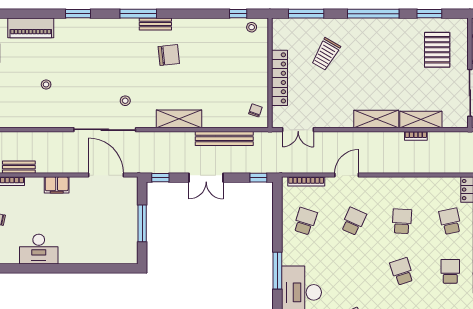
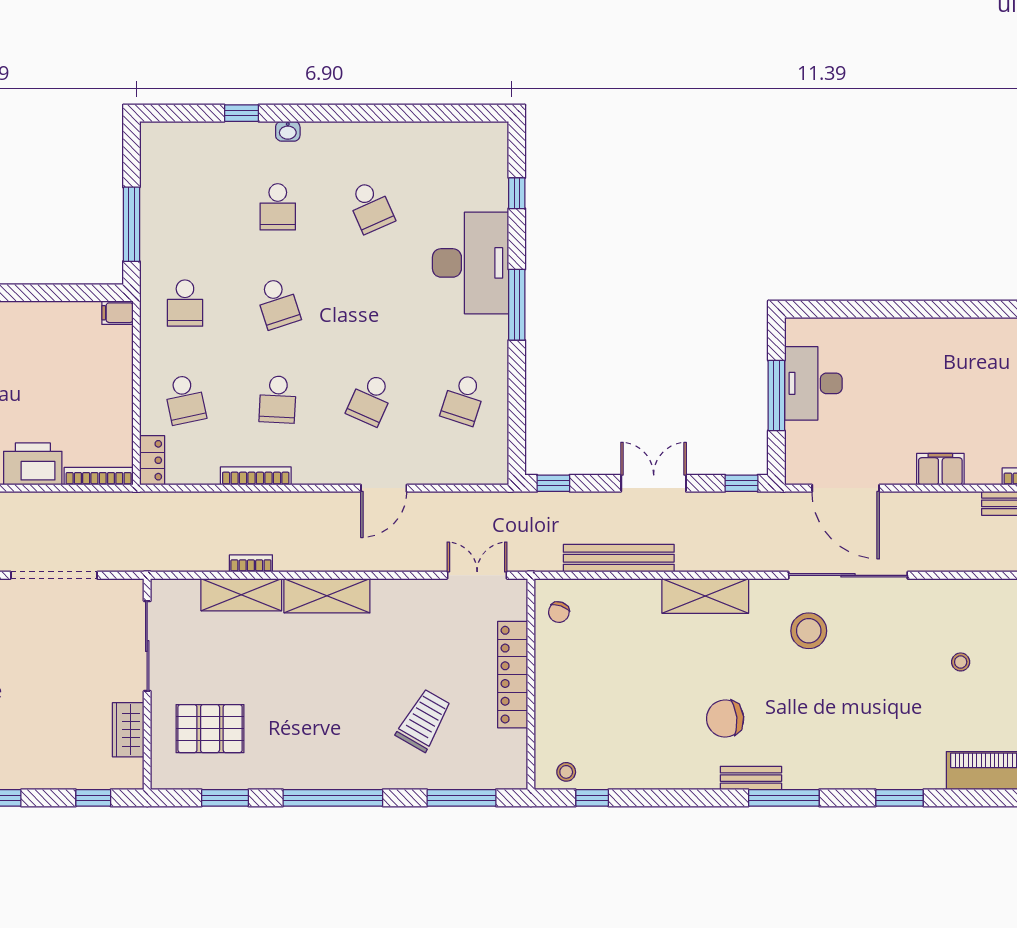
pallet: (437, 50) -> (210, 729), turned 90
stool: (125, 101) -> (809, 631), width x1.89, depth x1.89
bookcase: (306, 181) -> (256, 476), moved
desk: (39, 249) -> (813, 383), moved, turned -90

